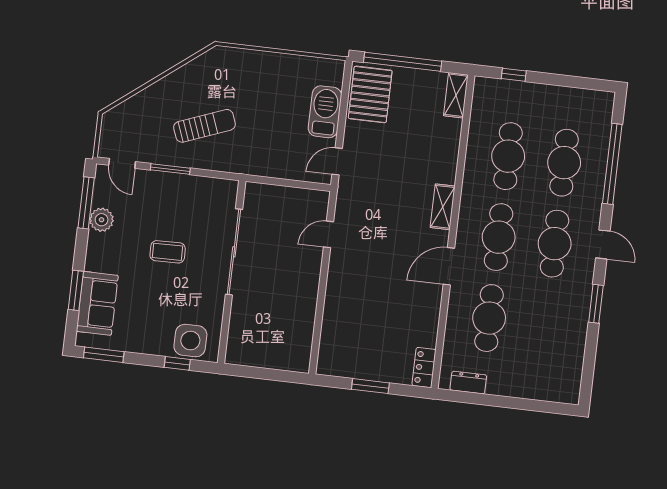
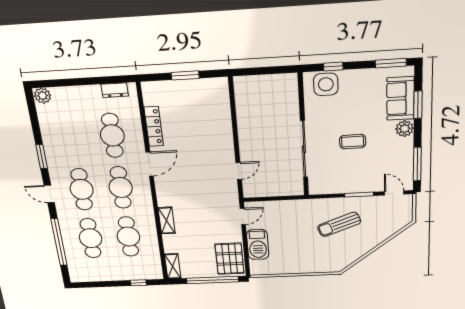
shelving: (443, 207) -> (167, 221), moved
plant: (102, 220) -> (405, 129), moved
locker: (424, 367) -> (154, 127), moved, width x1.53
plant: (567, 392) -> (43, 96), added

